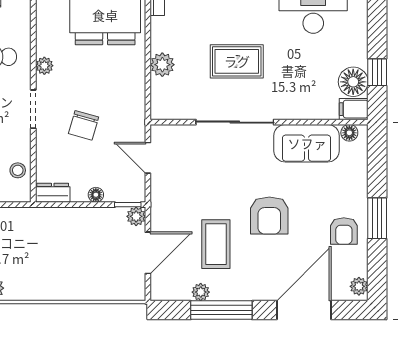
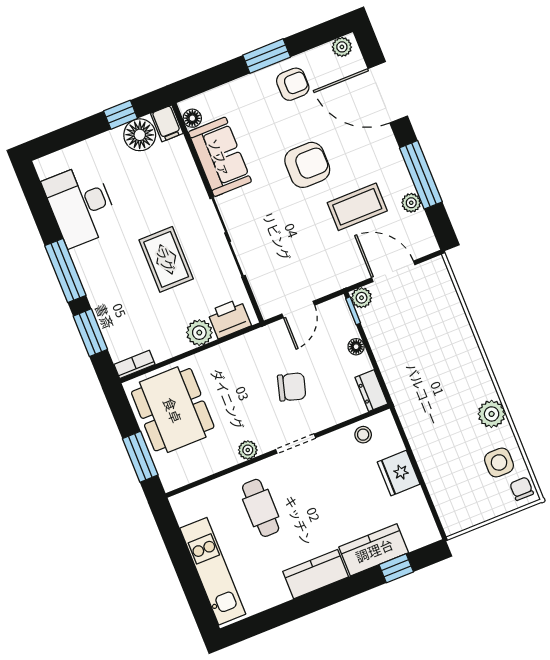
printer: (164, 95) -> (229, 319), added

